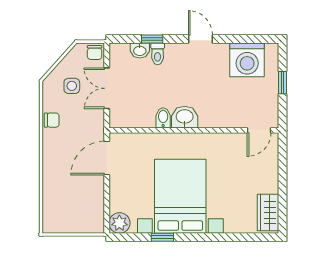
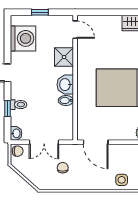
washbasin: (140, 50) -> (16, 133), moved
side table: (72, 86) -> (122, 180), moved
shower: (222, 115) -> (64, 57), added
chair: (52, 120) -> (63, 168), moved

